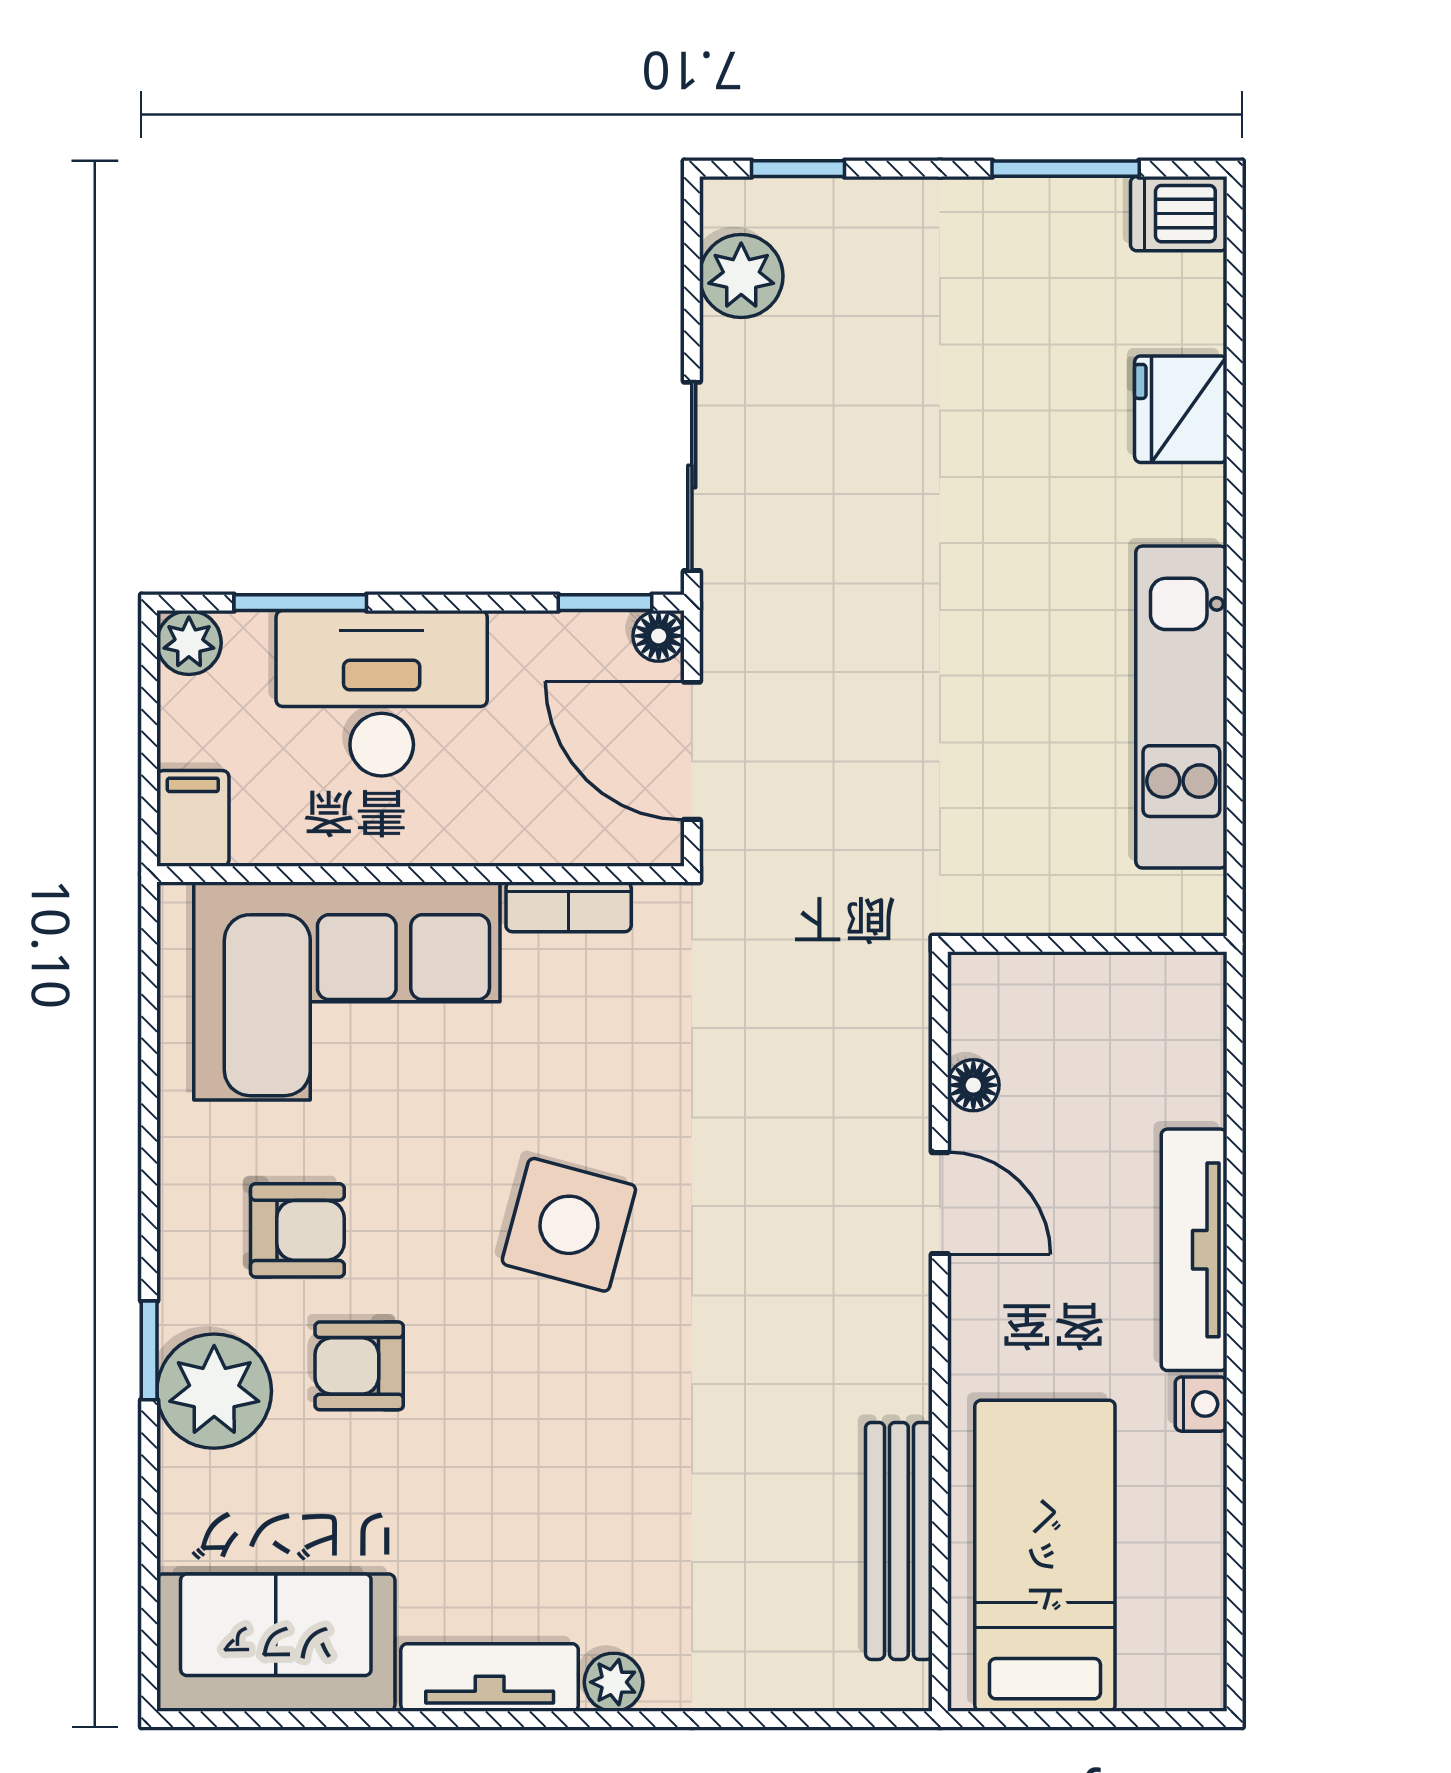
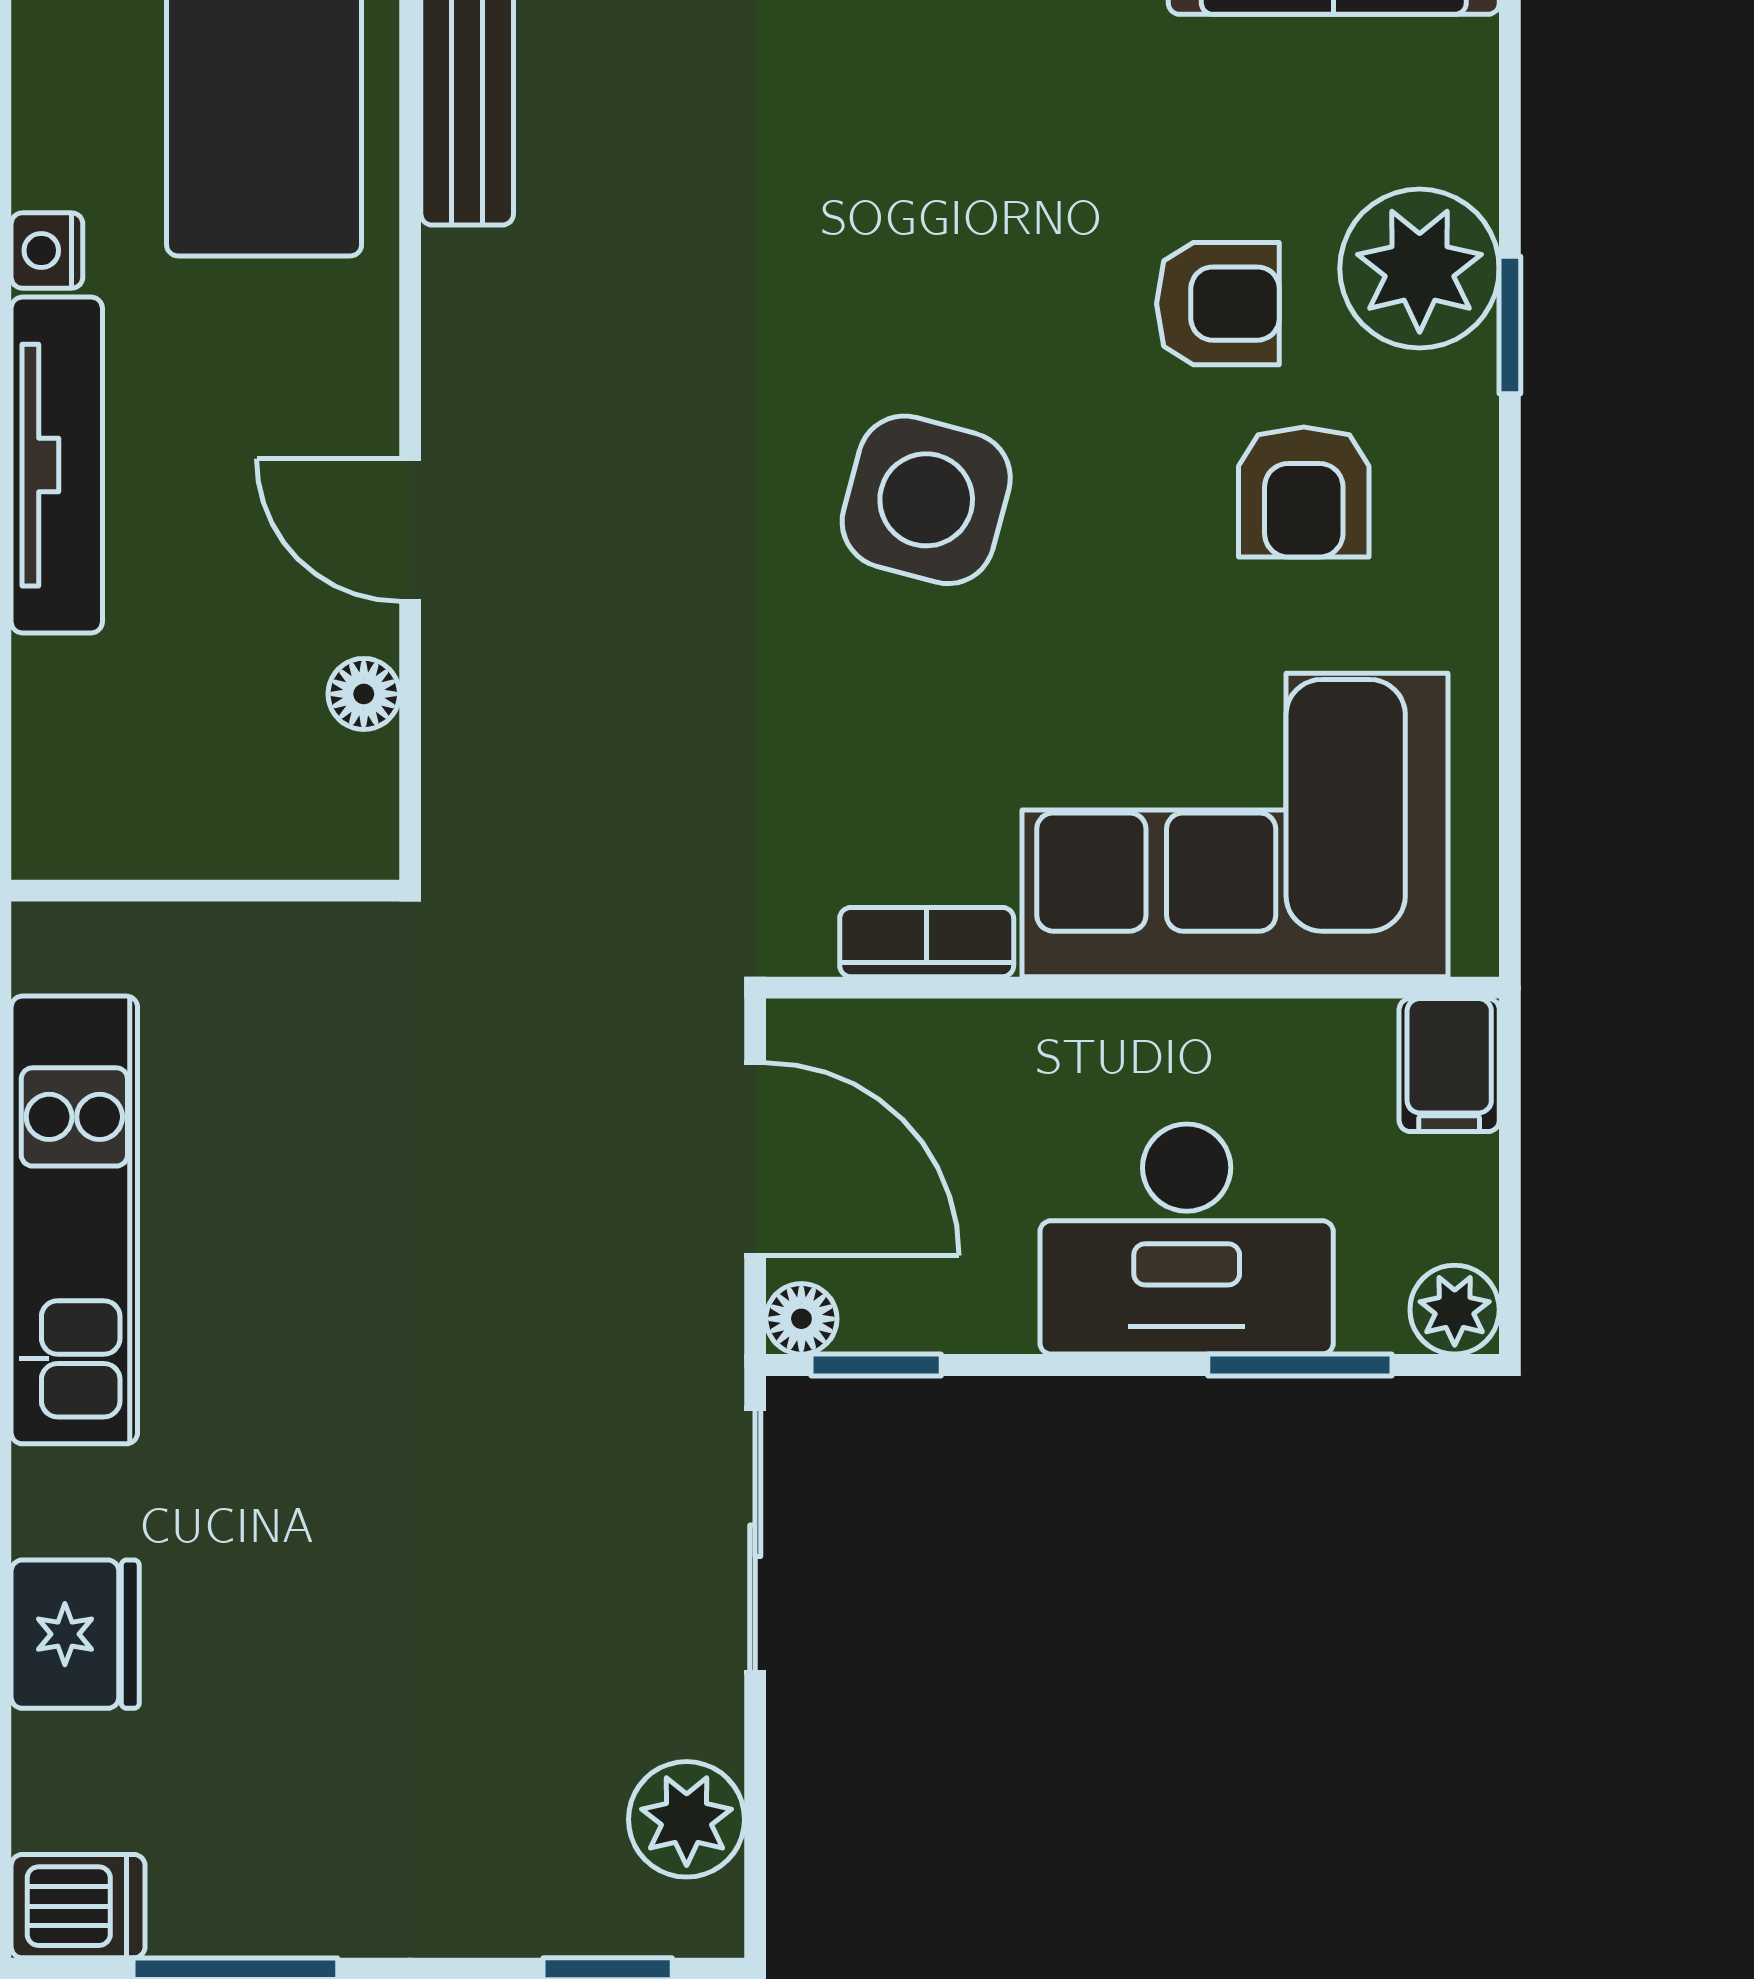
armchair: (297, 1230) -> (1304, 492), turned -90

